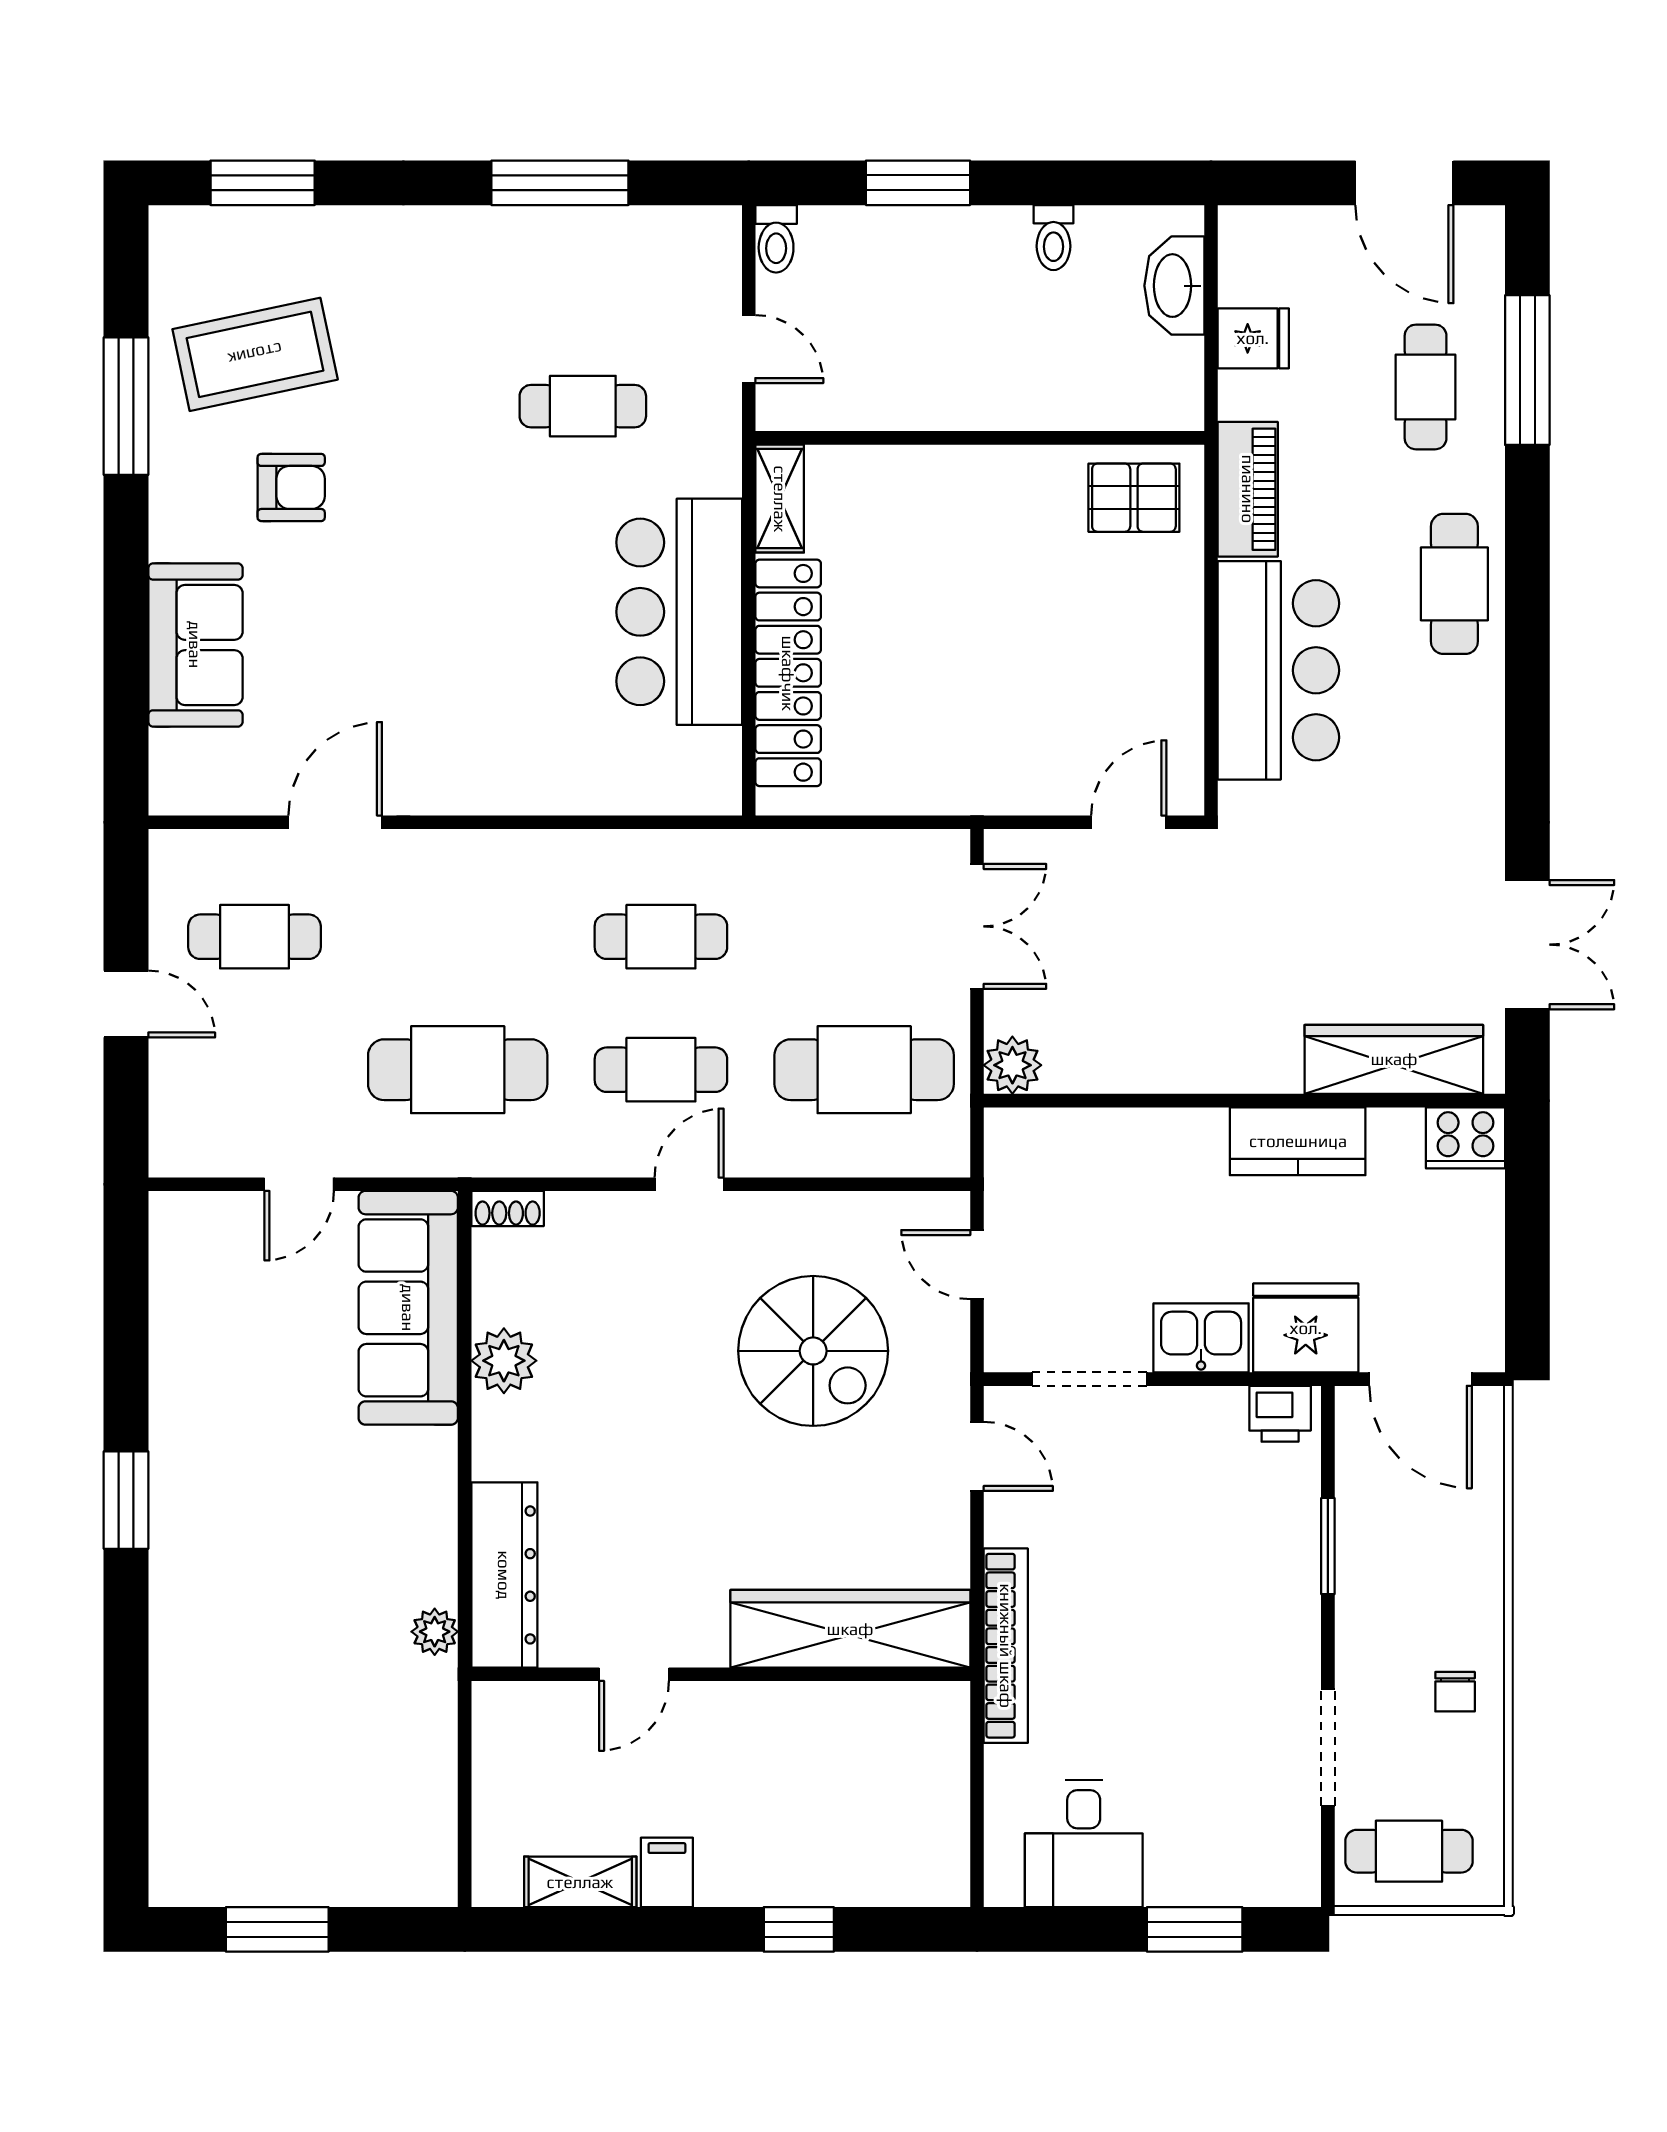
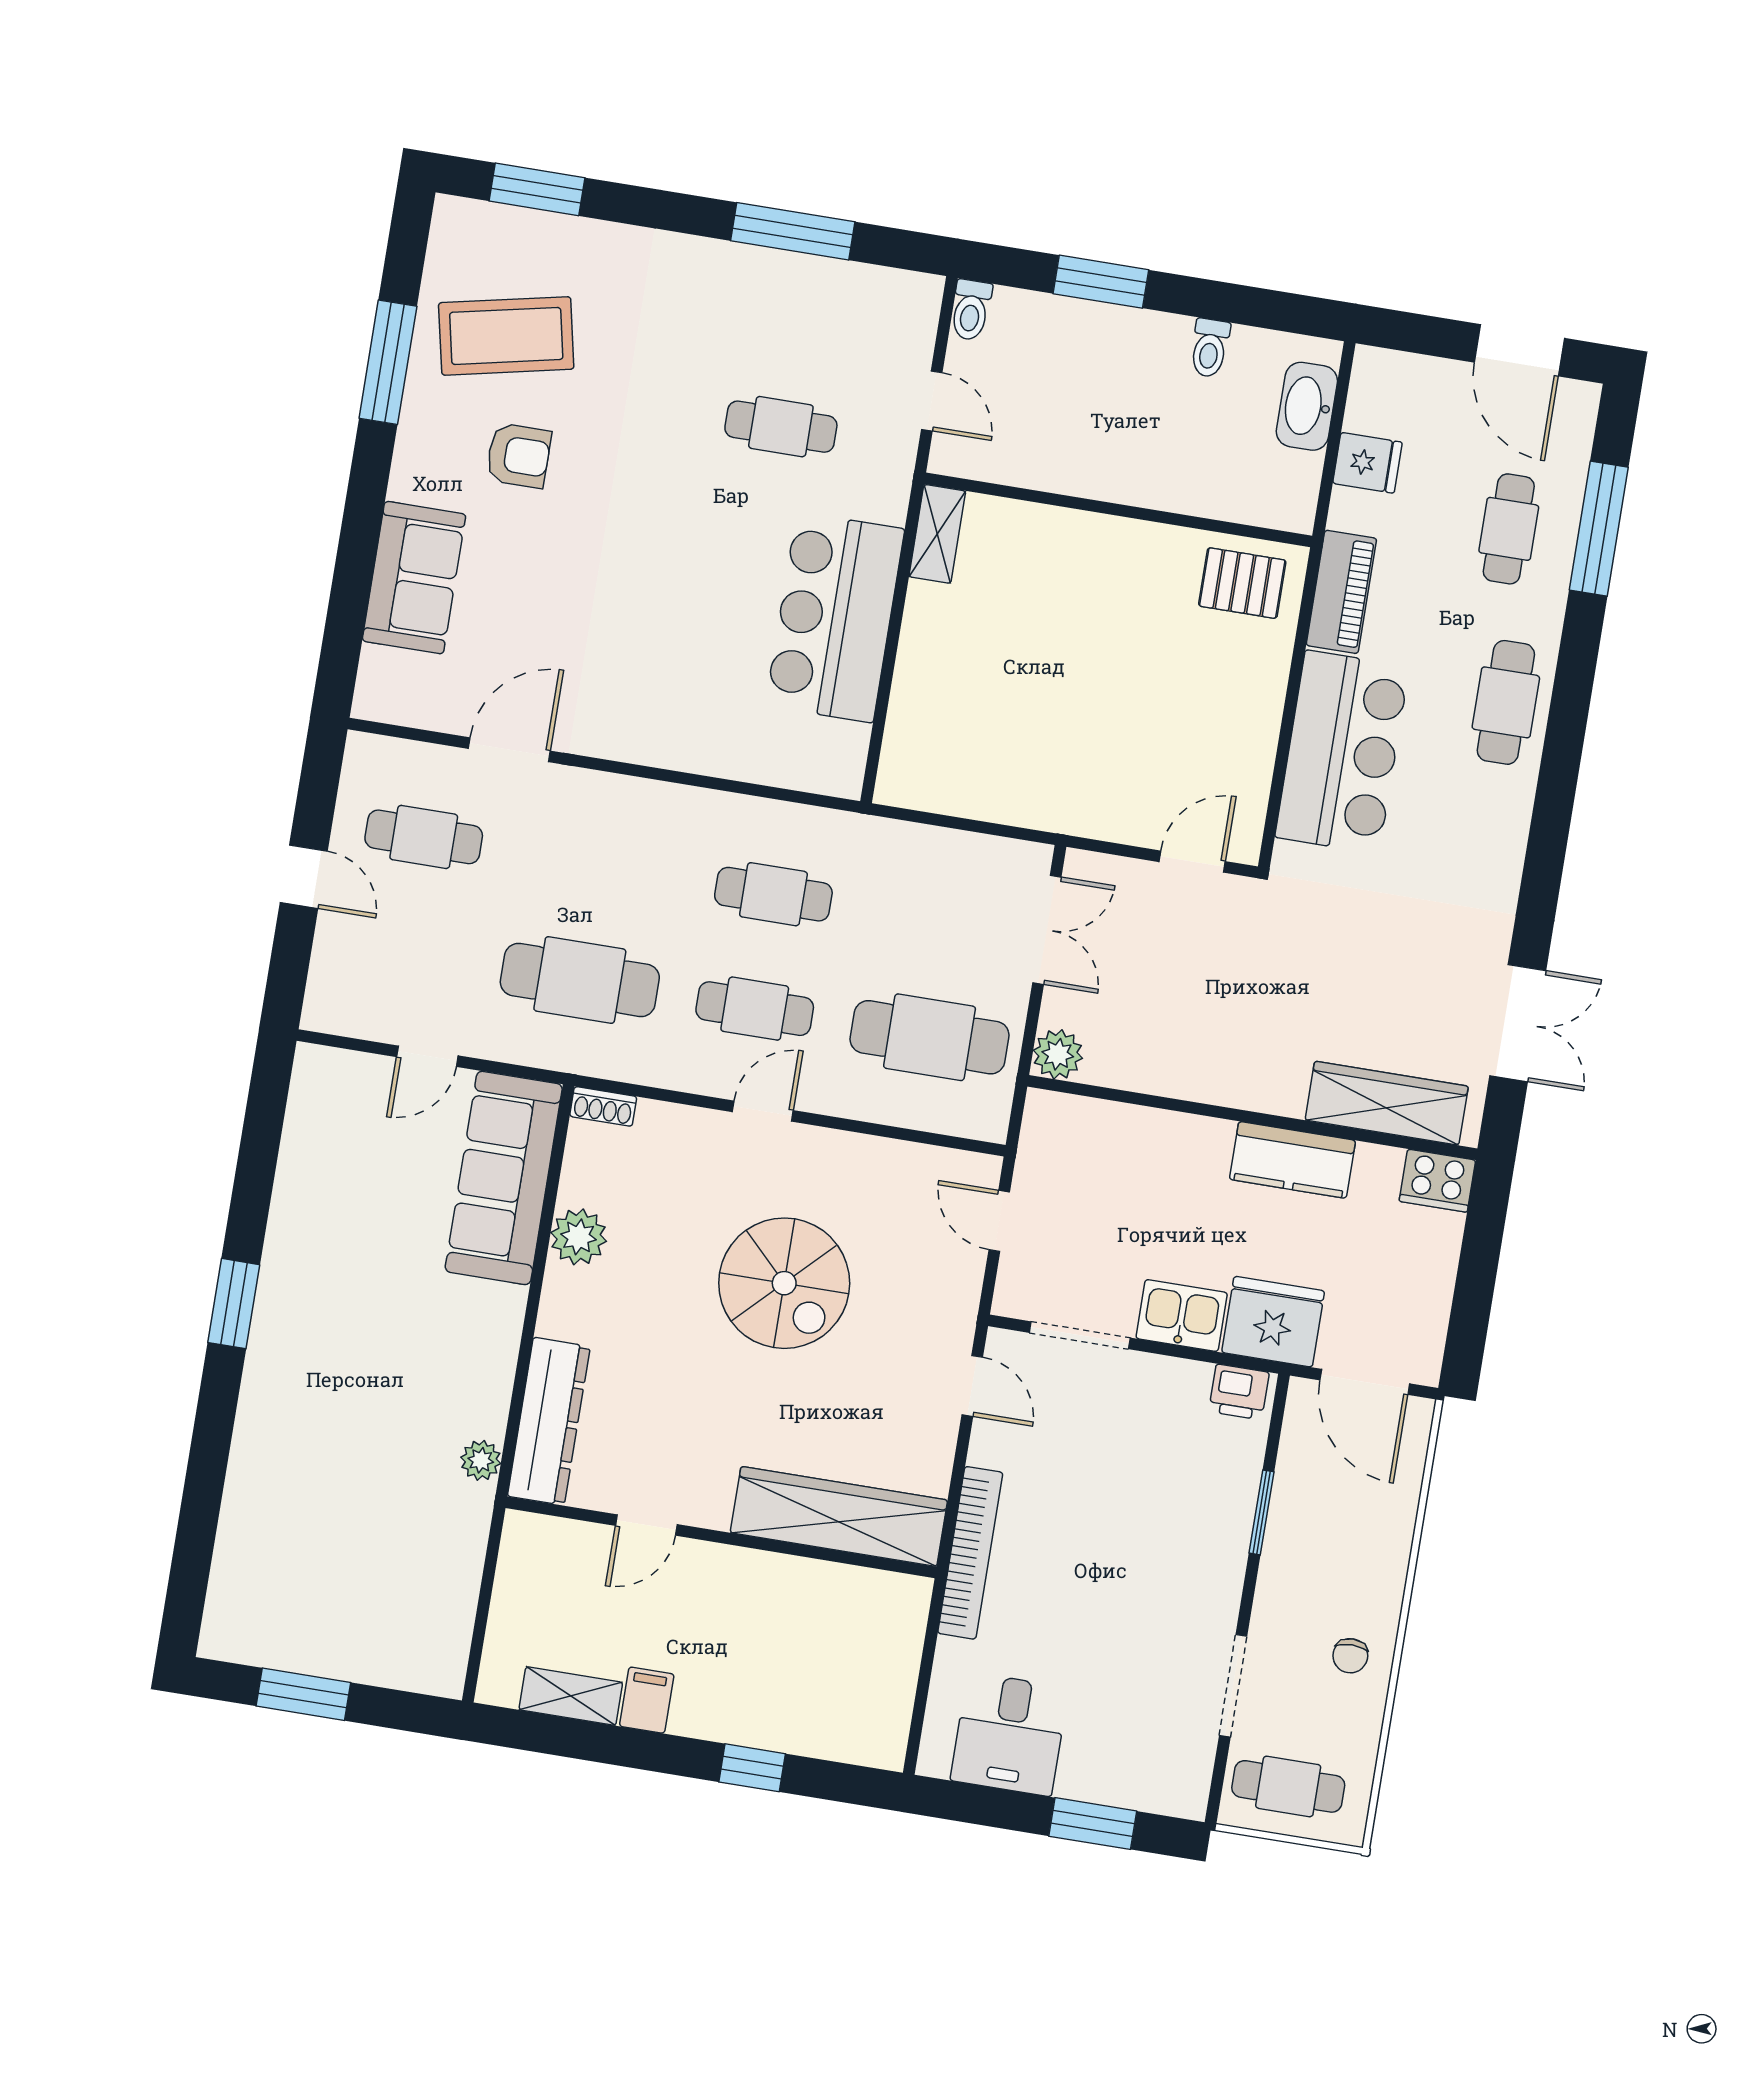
locker: (788, 673) -> (920, 685), removed
spiral stairs: (813, 1351) -> (784, 1283), moved

